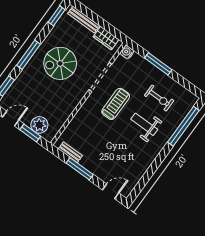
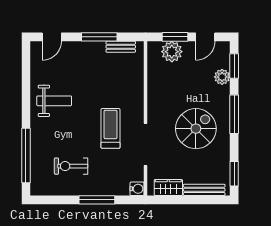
plant: (19, 85) -> (222, 77), added
treadmill: (116, 104) -> (110, 128), turned 180
weight bench: (144, 124) -> (54, 101), moved

